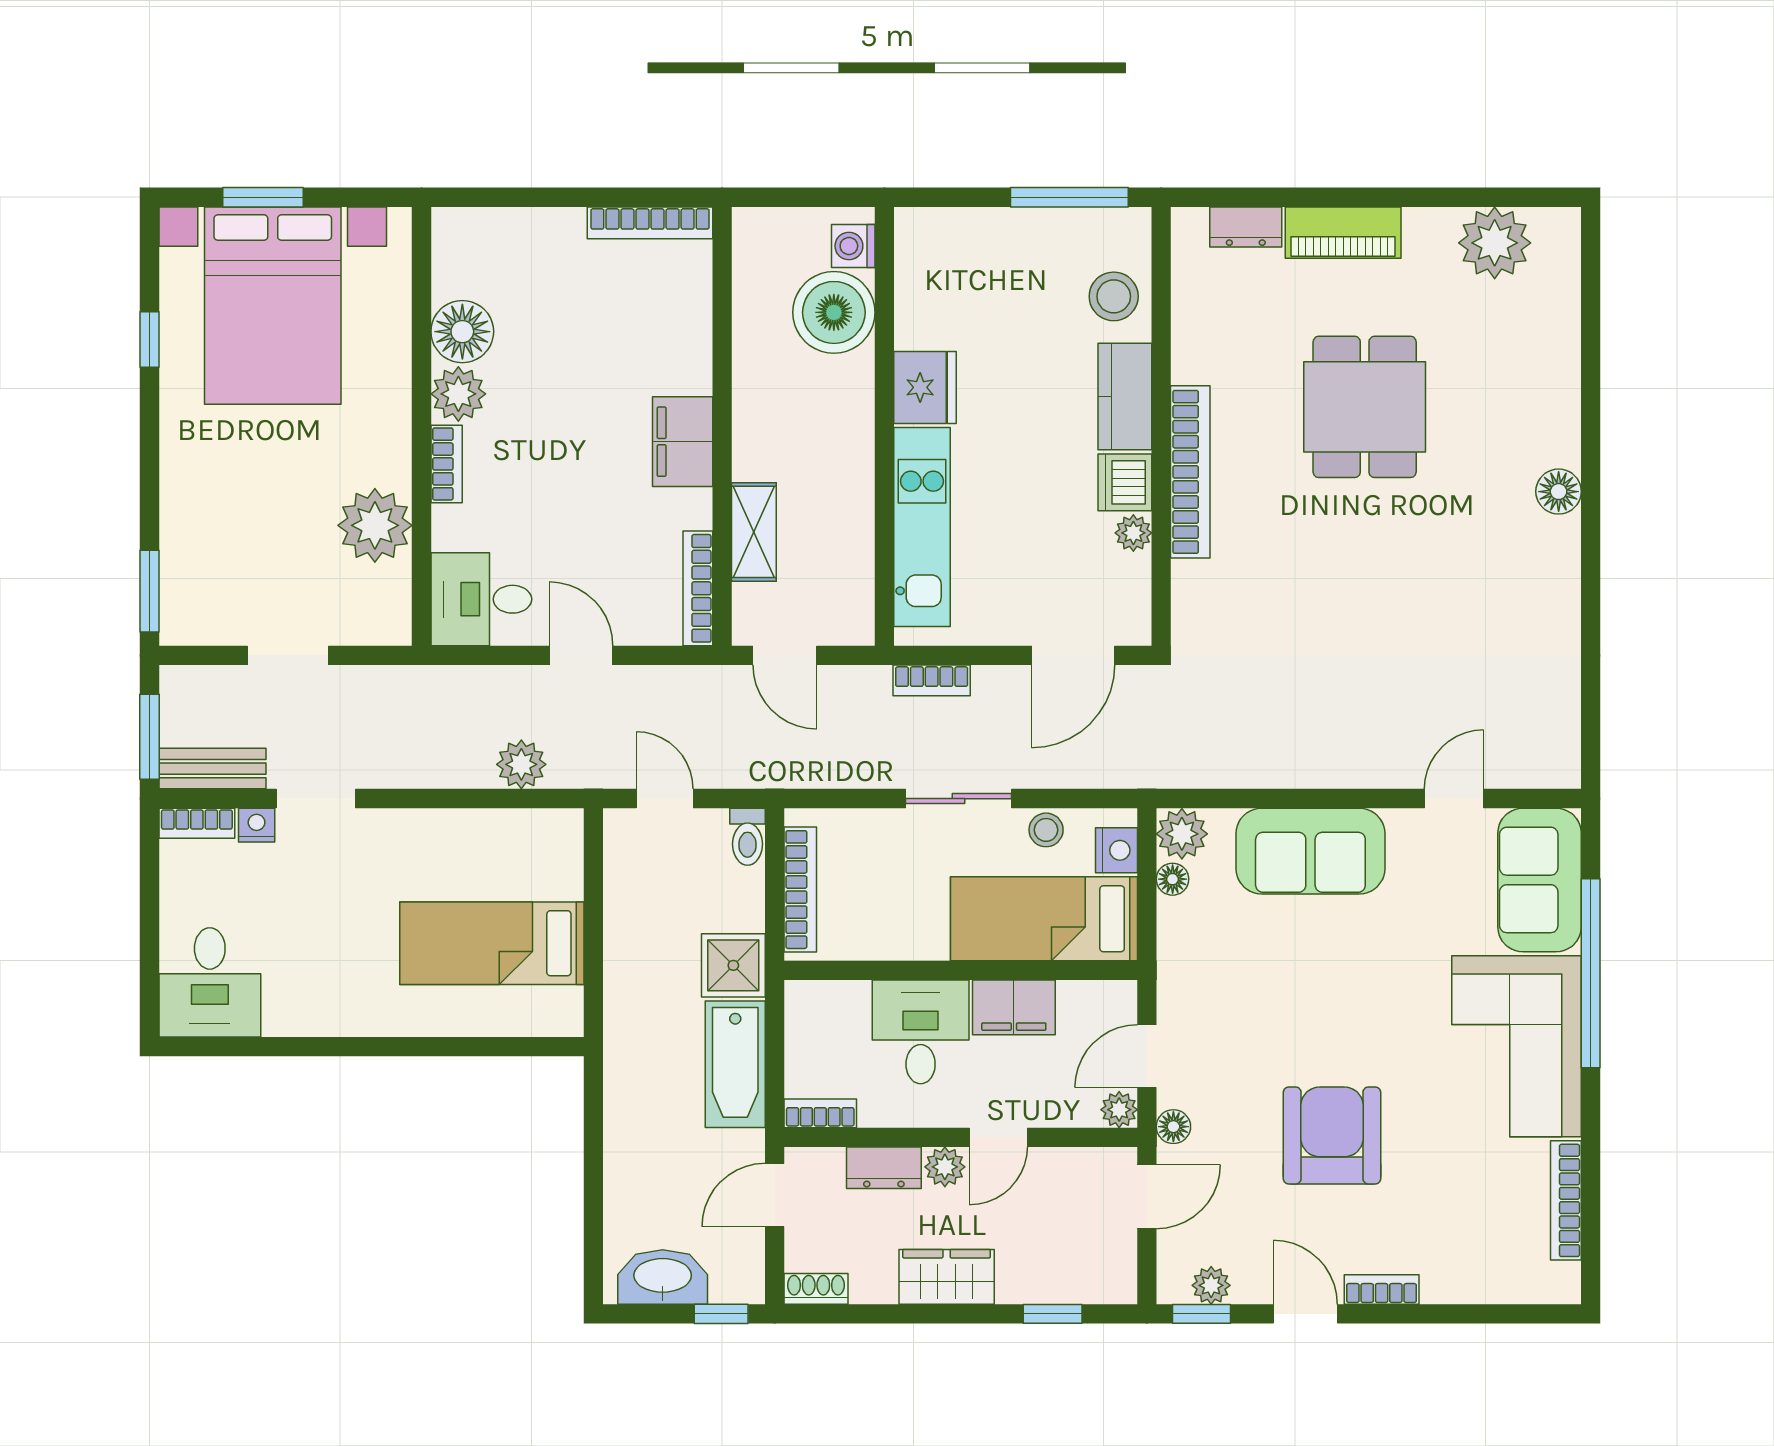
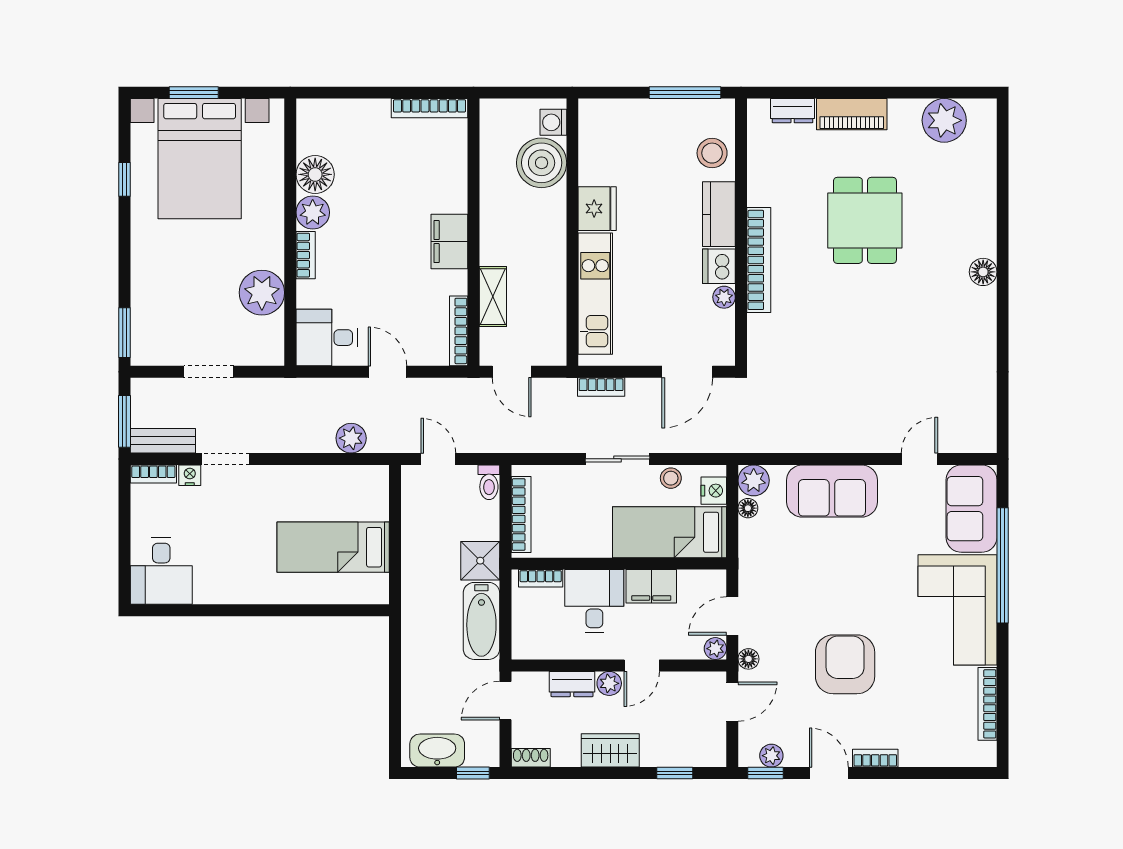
bookcase: (820, 1113) -> (541, 578), moved, turned 180

